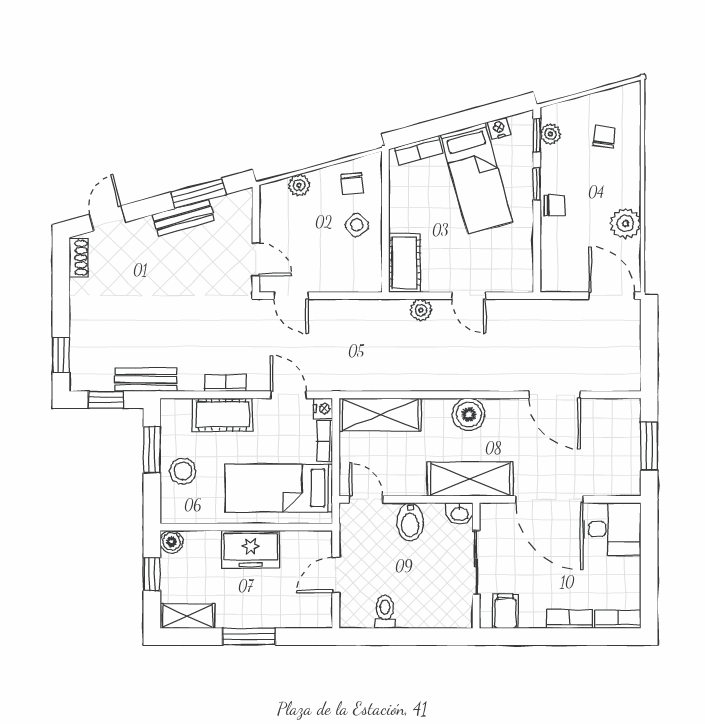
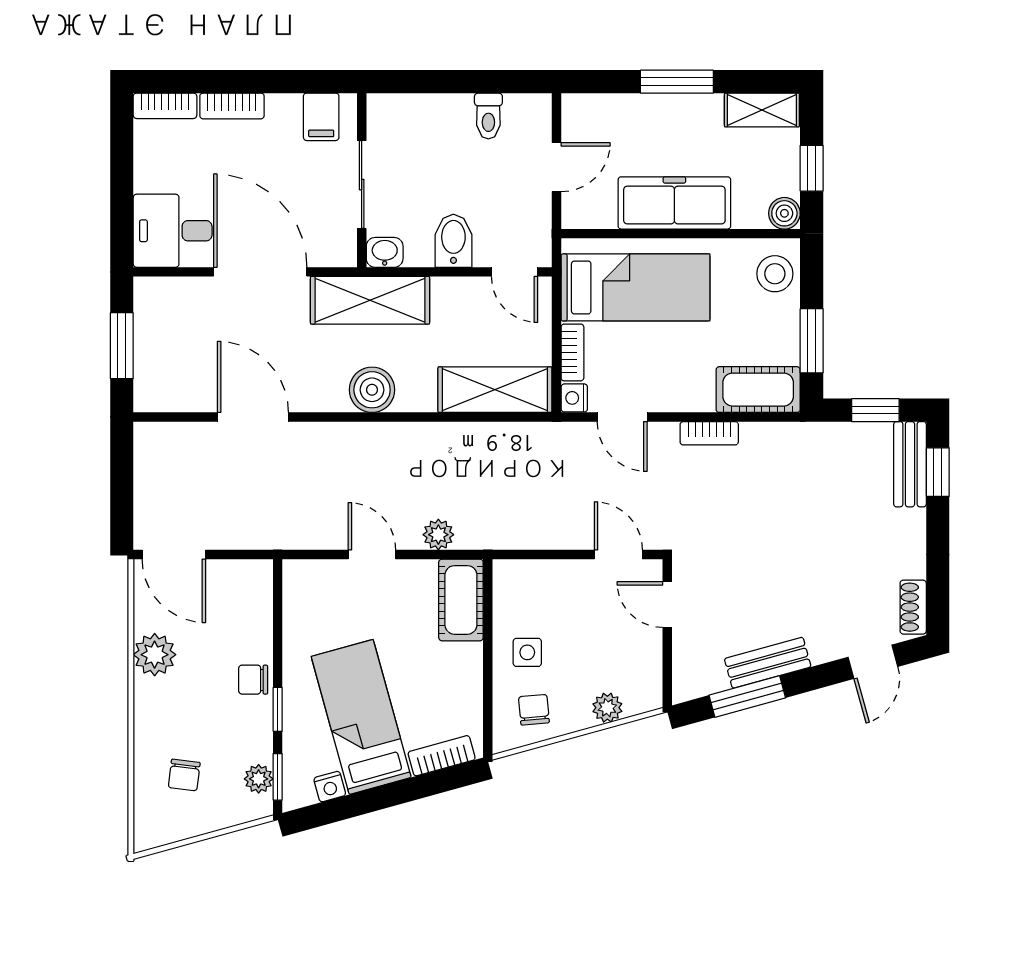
side table: (357, 225) -> (527, 652), turned 45
bench: (146, 380) -> (910, 464), moved, turned 90
cot: (223, 415) -> (758, 390), moved
stool: (183, 471) -> (775, 274), moved
freezer: (251, 549) -> (674, 203), width x1.40

